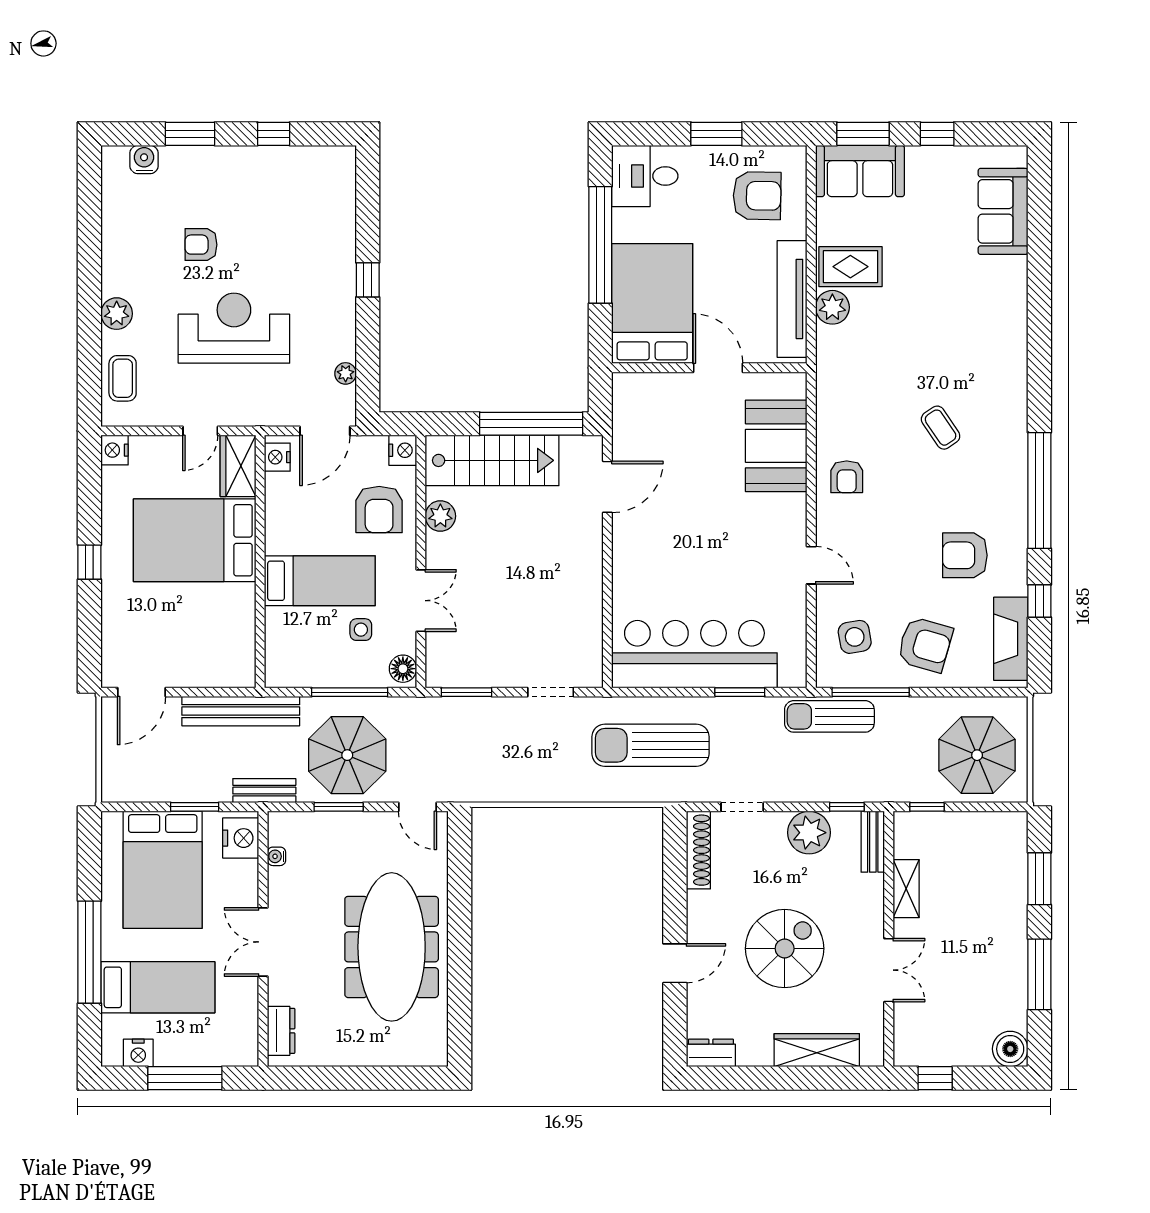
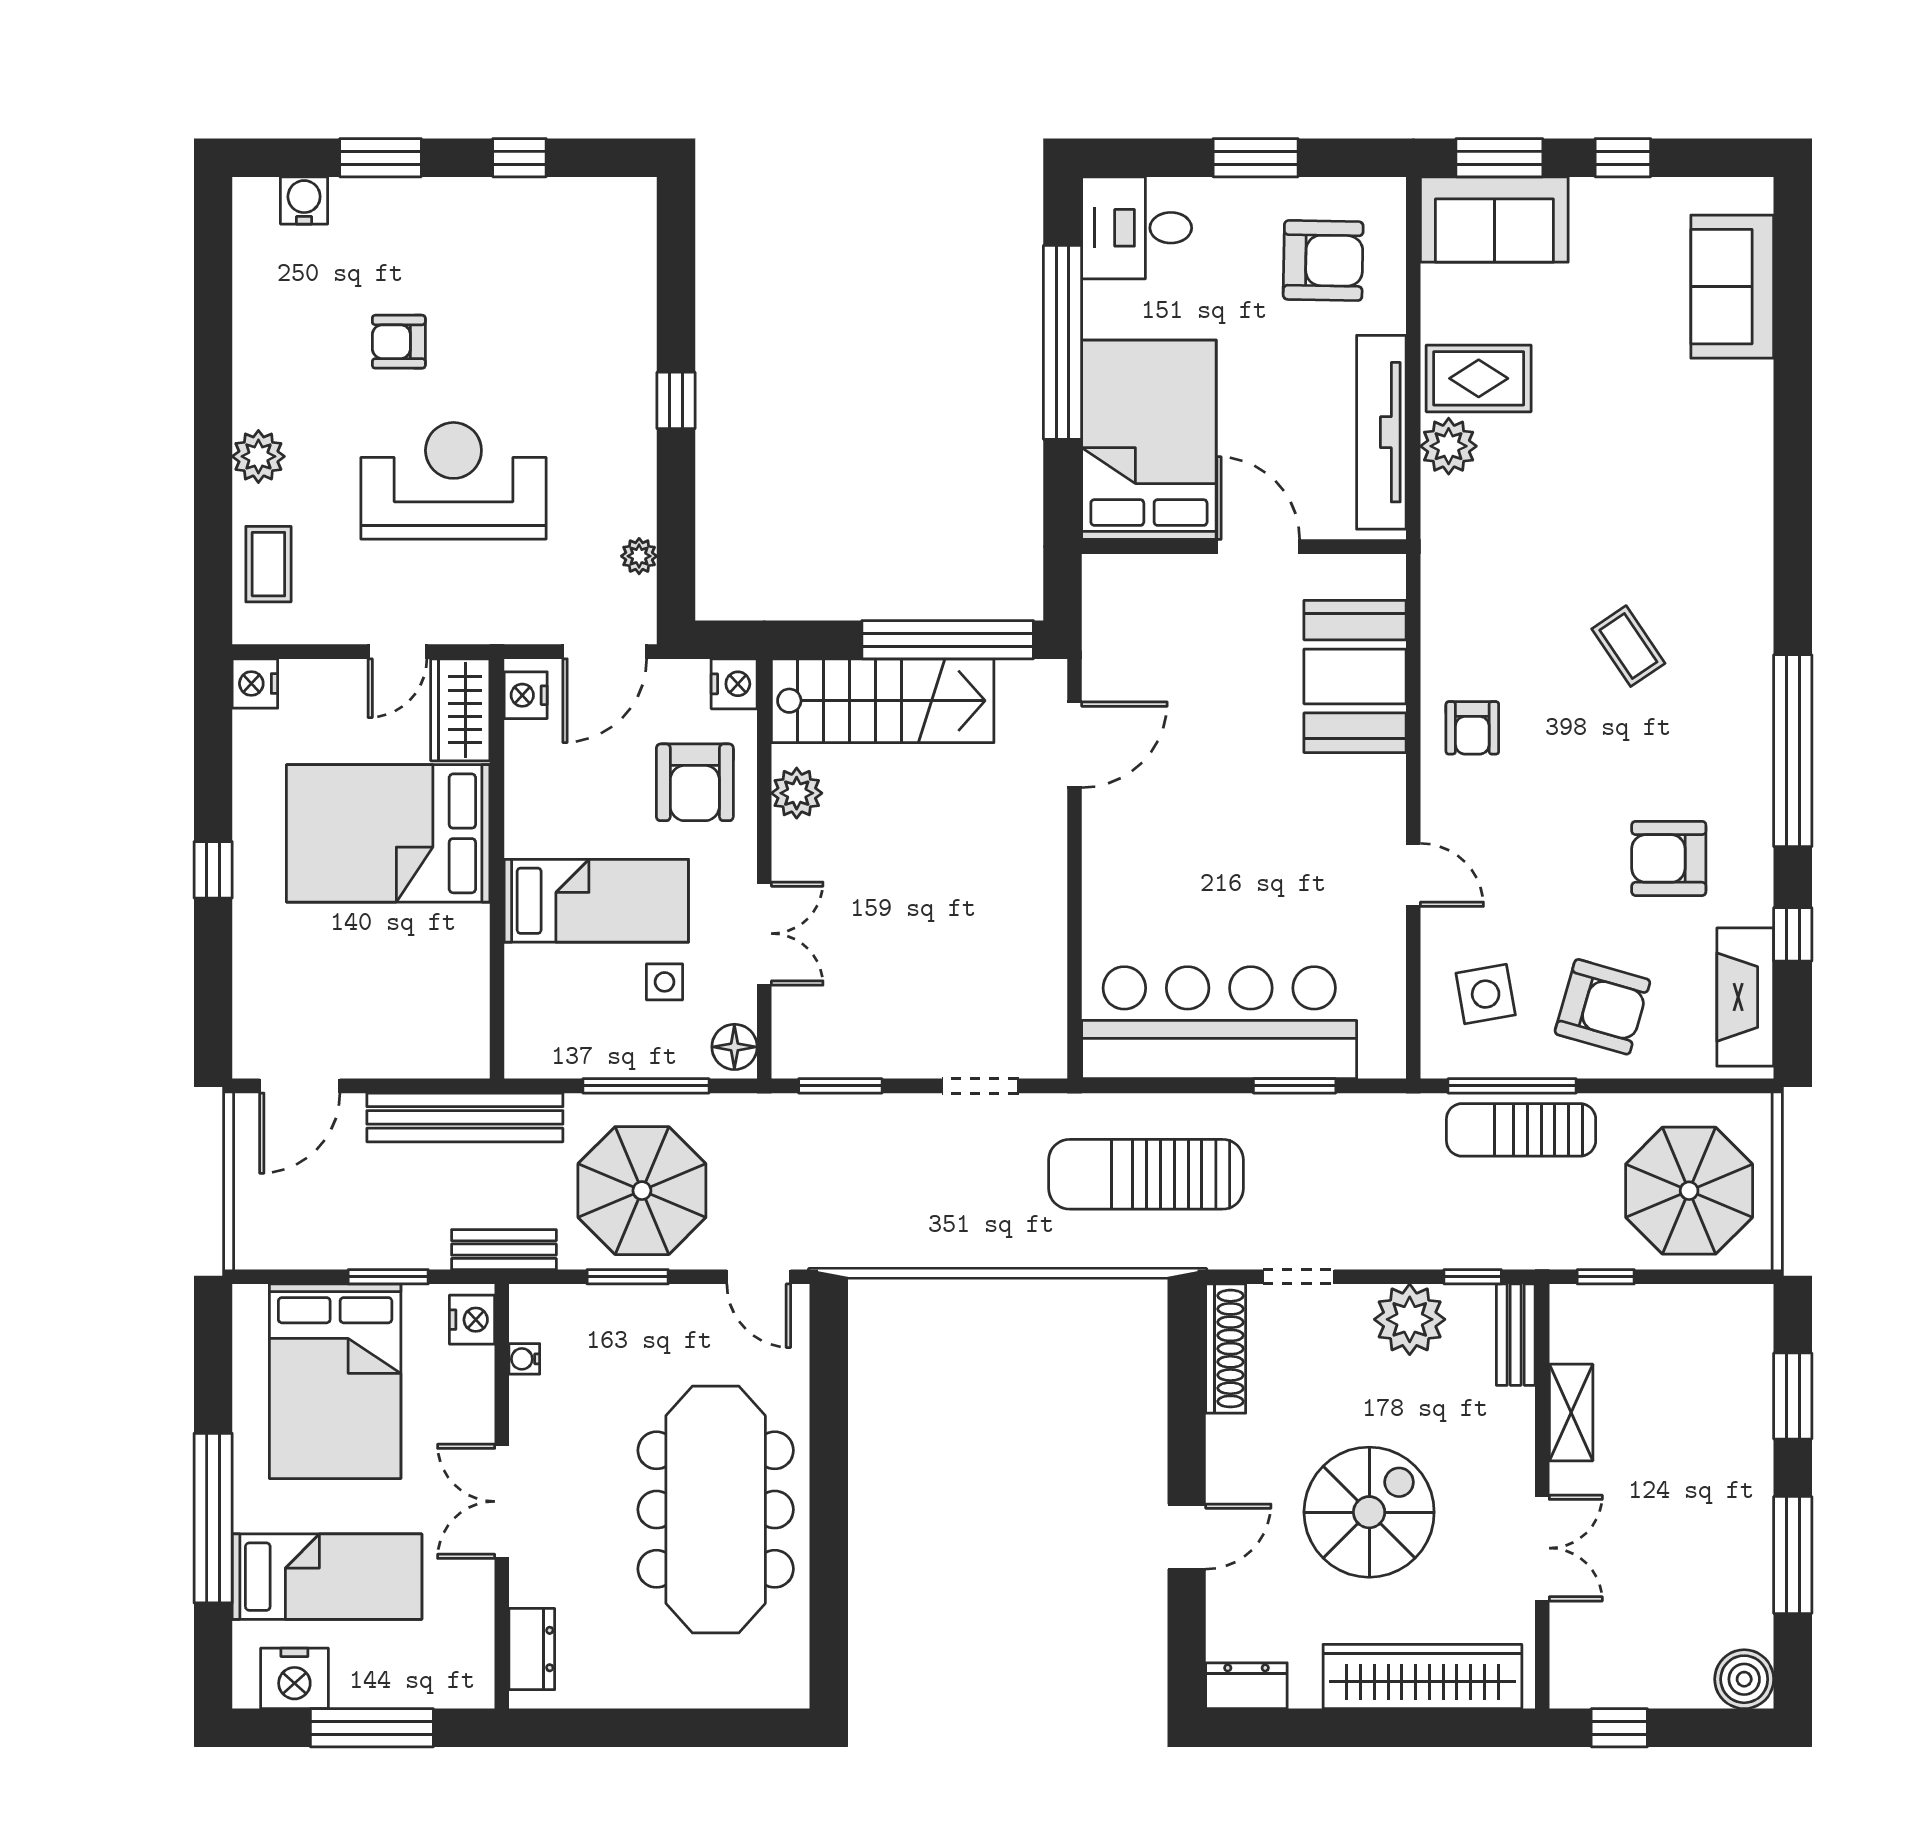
sun lounger: (829, 716) -> (1521, 1130), moved
nightstand: (241, 838) -> (472, 1320), width x0.74, depth x0.75
wardrobe: (817, 1050) -> (1422, 1676), width x1.40, depth x1.17
nightstand: (138, 1053) -> (294, 1678), width x1.36, depth x1.33

